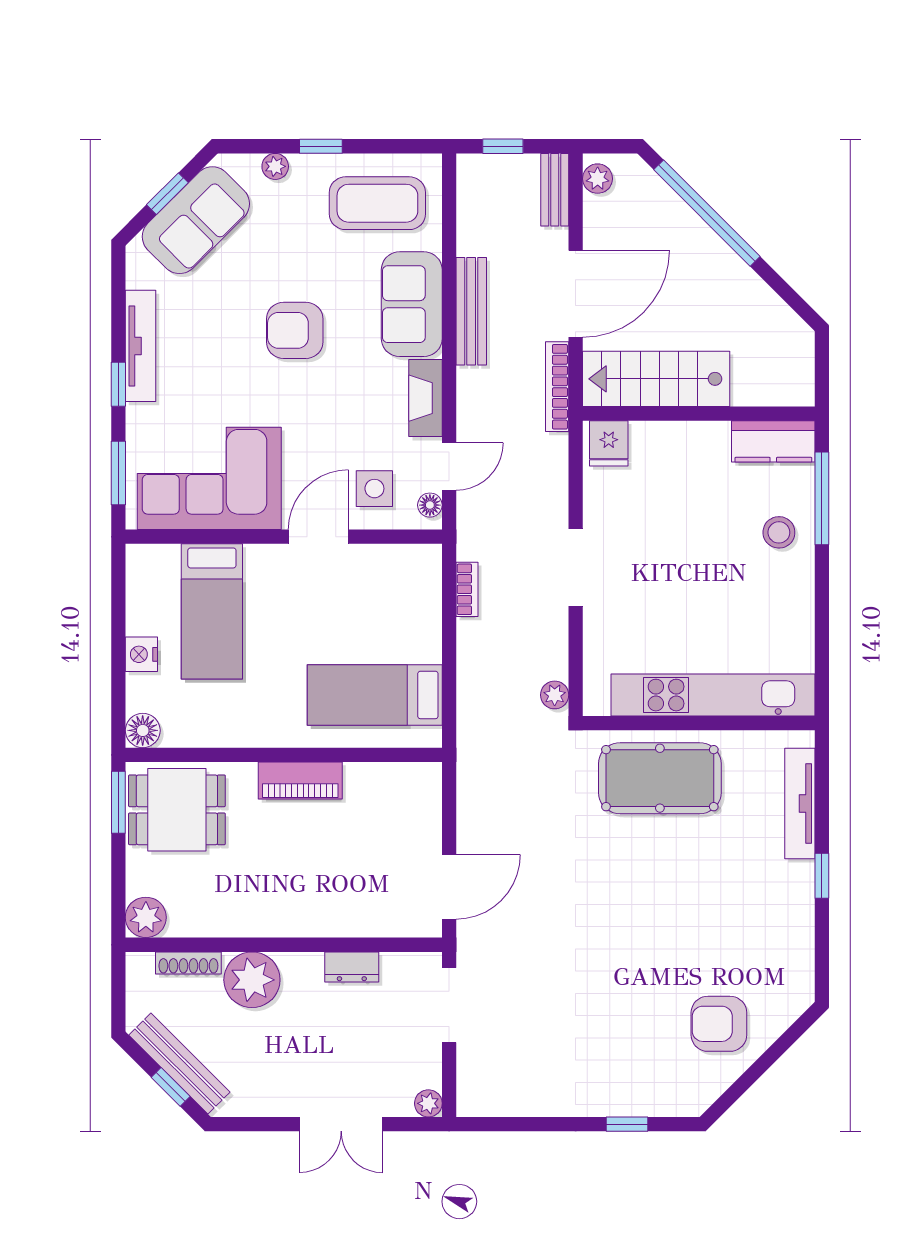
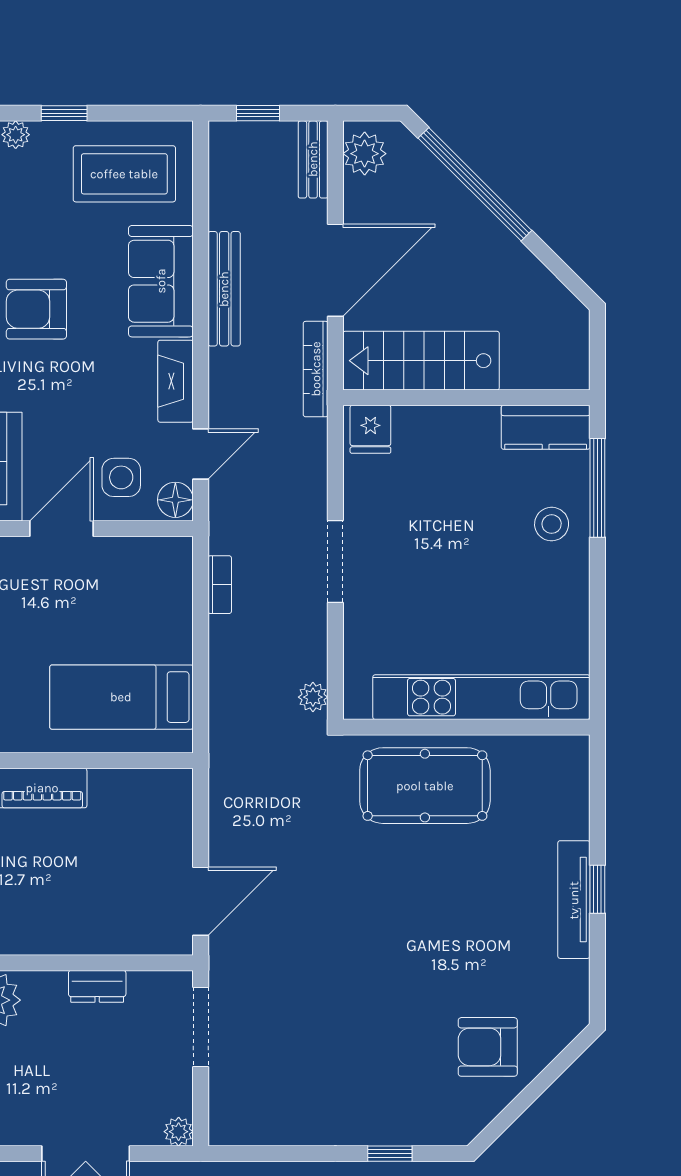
plant: (598, 179) -> (365, 154), width x1.38, depth x1.38
floor lamp: (430, 505) -> (175, 500), width x1.37, depth x1.37
tv unit: (800, 804) -> (574, 900), moved

